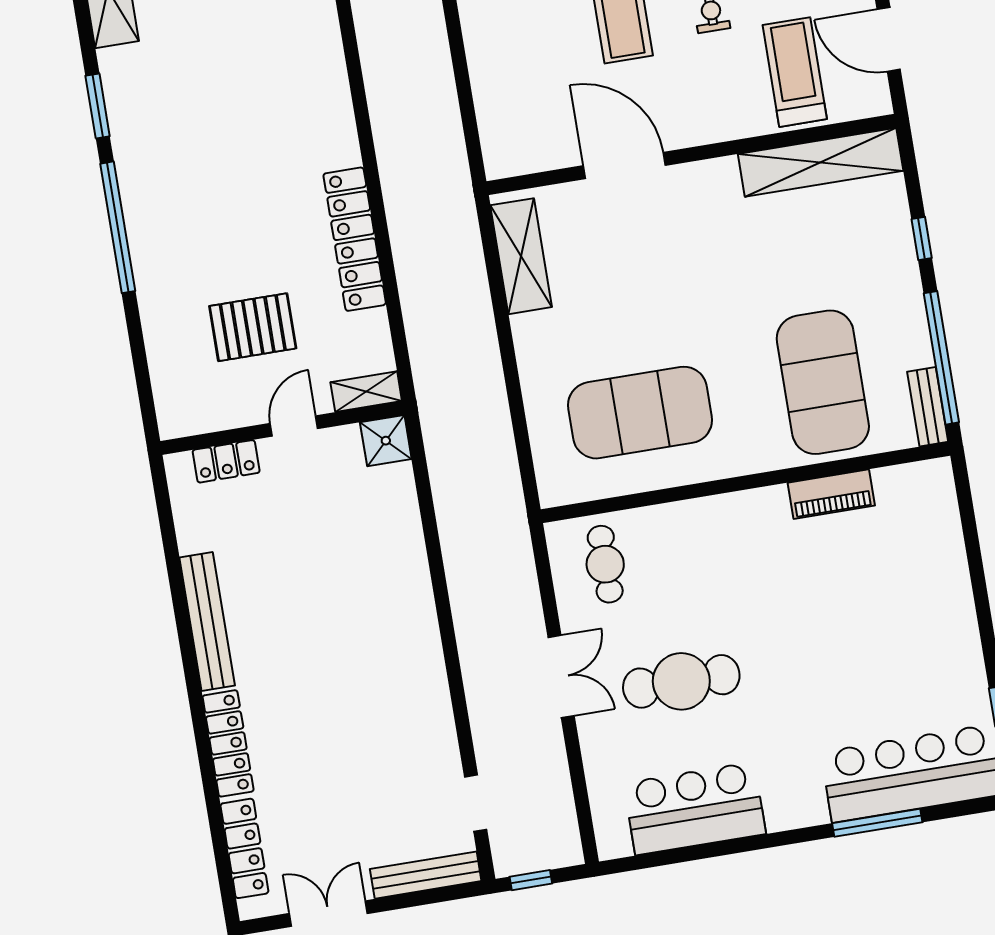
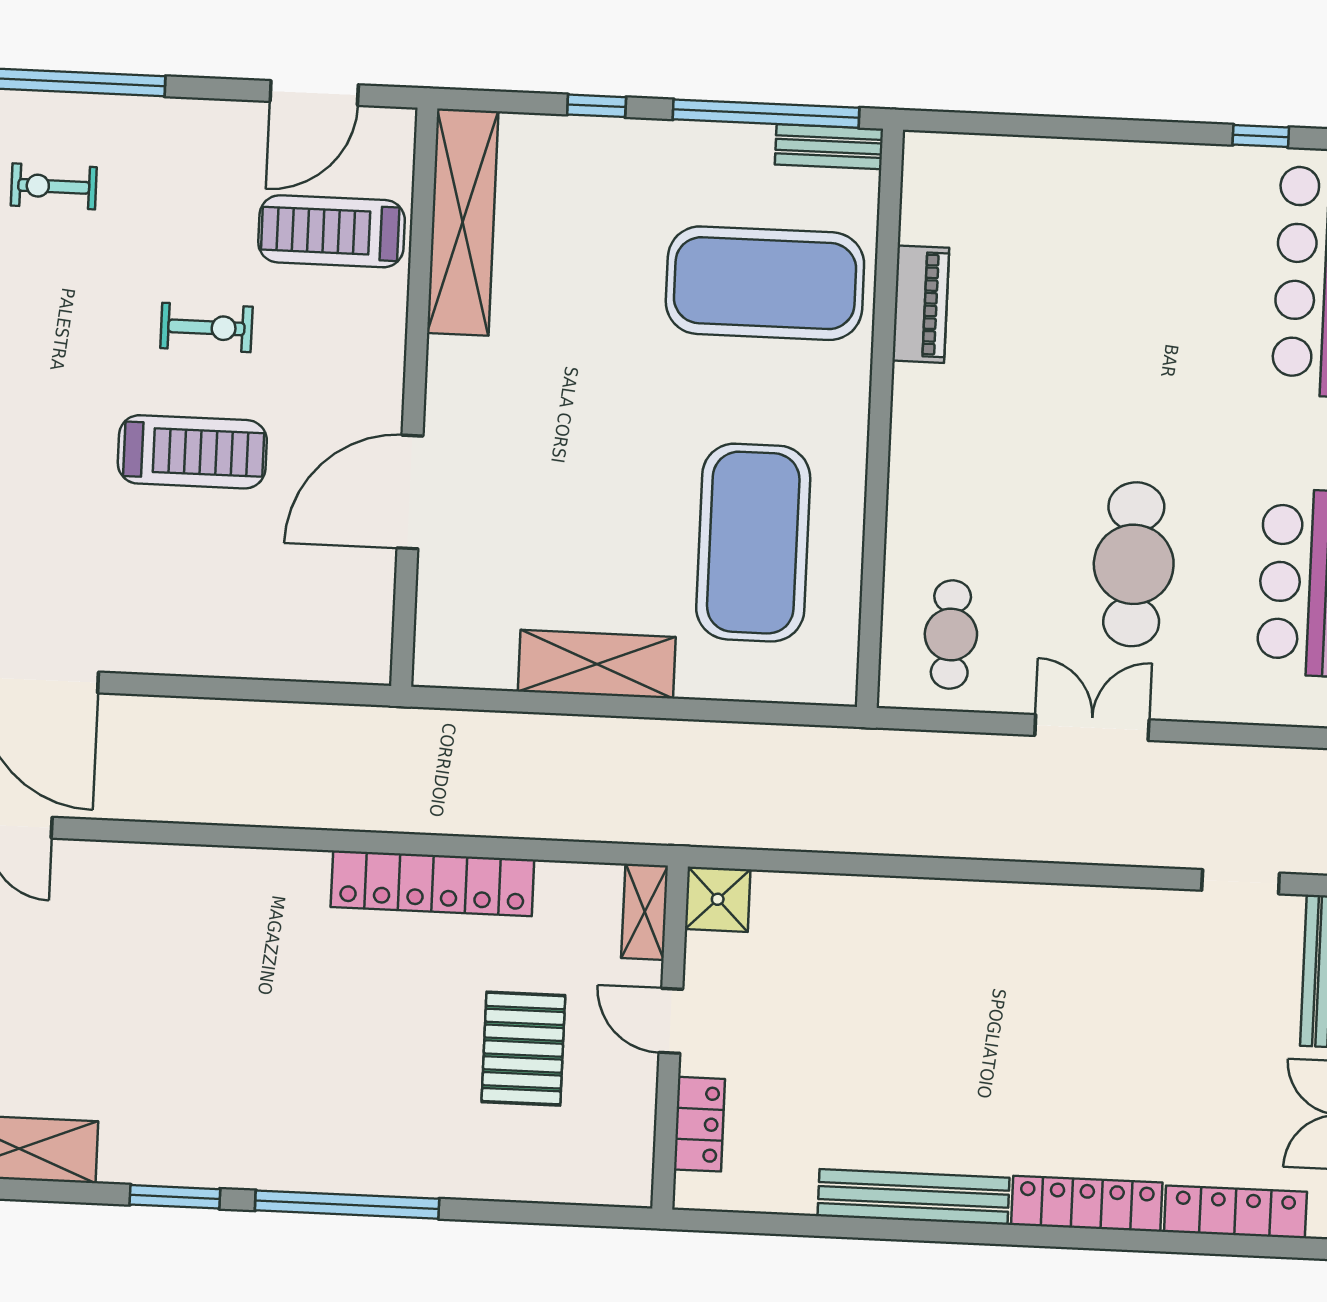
shelving: (521, 256) -> (597, 664), moved
cafe table: (605, 564) -> (951, 635), turned 90

